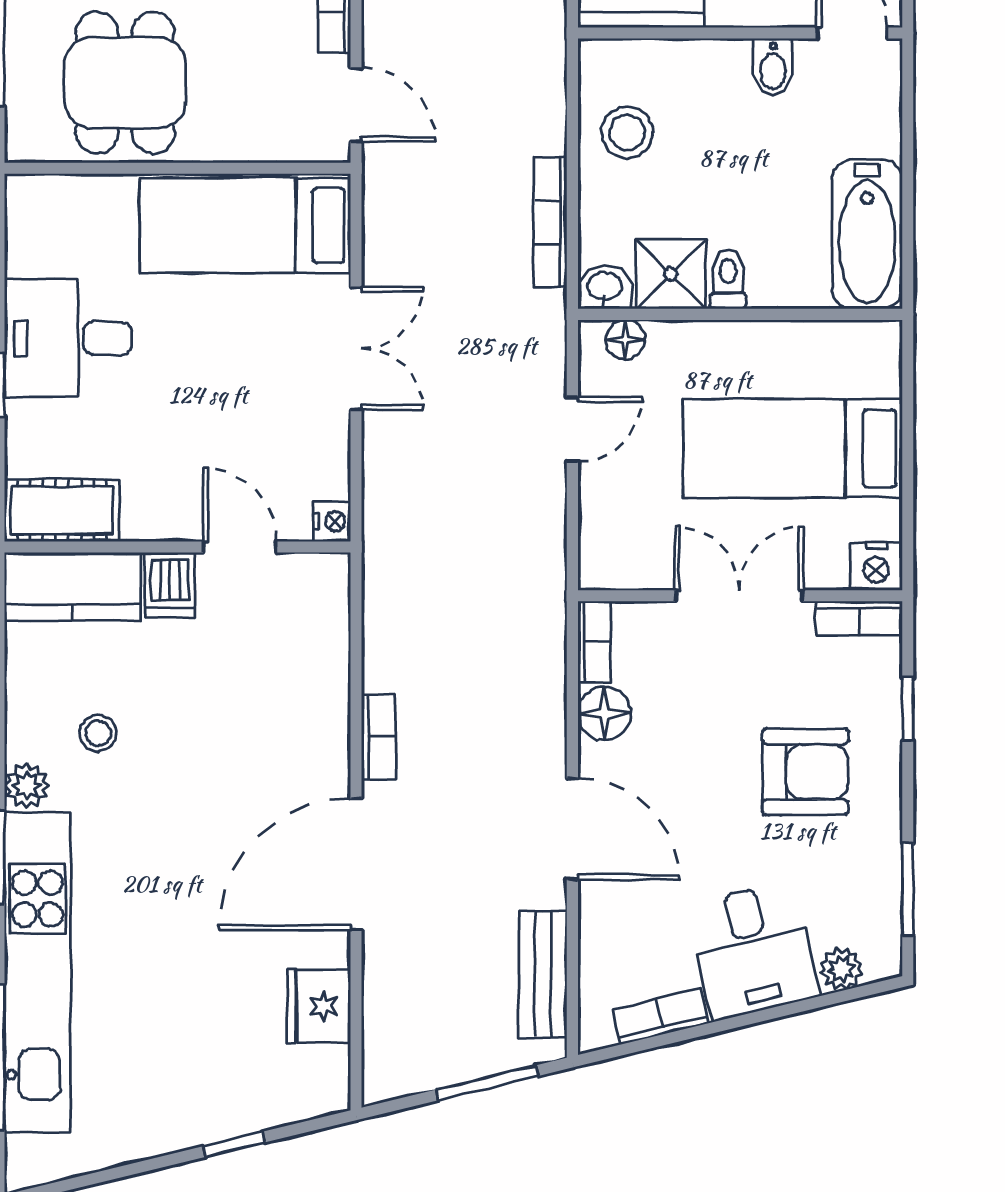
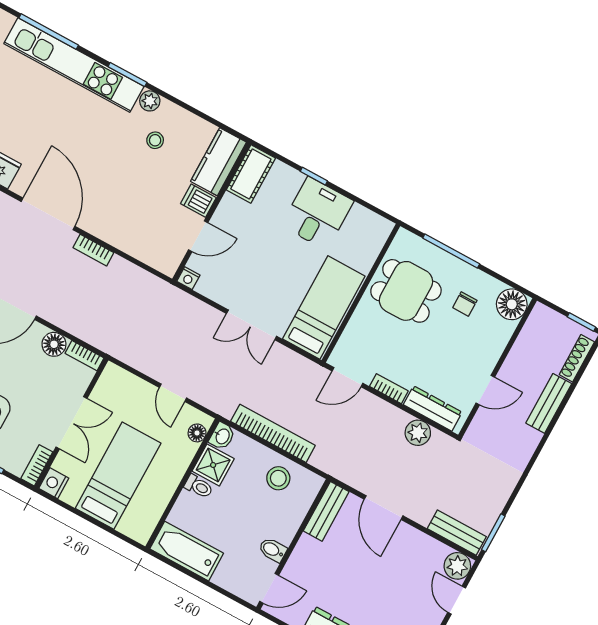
bookcase: (550, 222) -> (273, 433), width x1.48, depth x1.31

